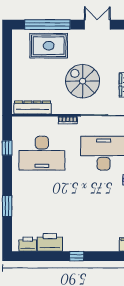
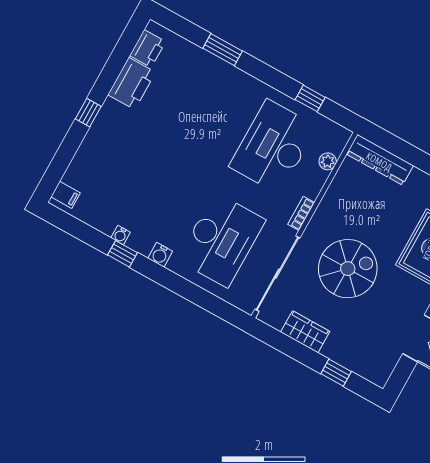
dresser: (33, 107) -> (380, 160), moved, turned 90
plant: (34, 121) -> (328, 161), added

